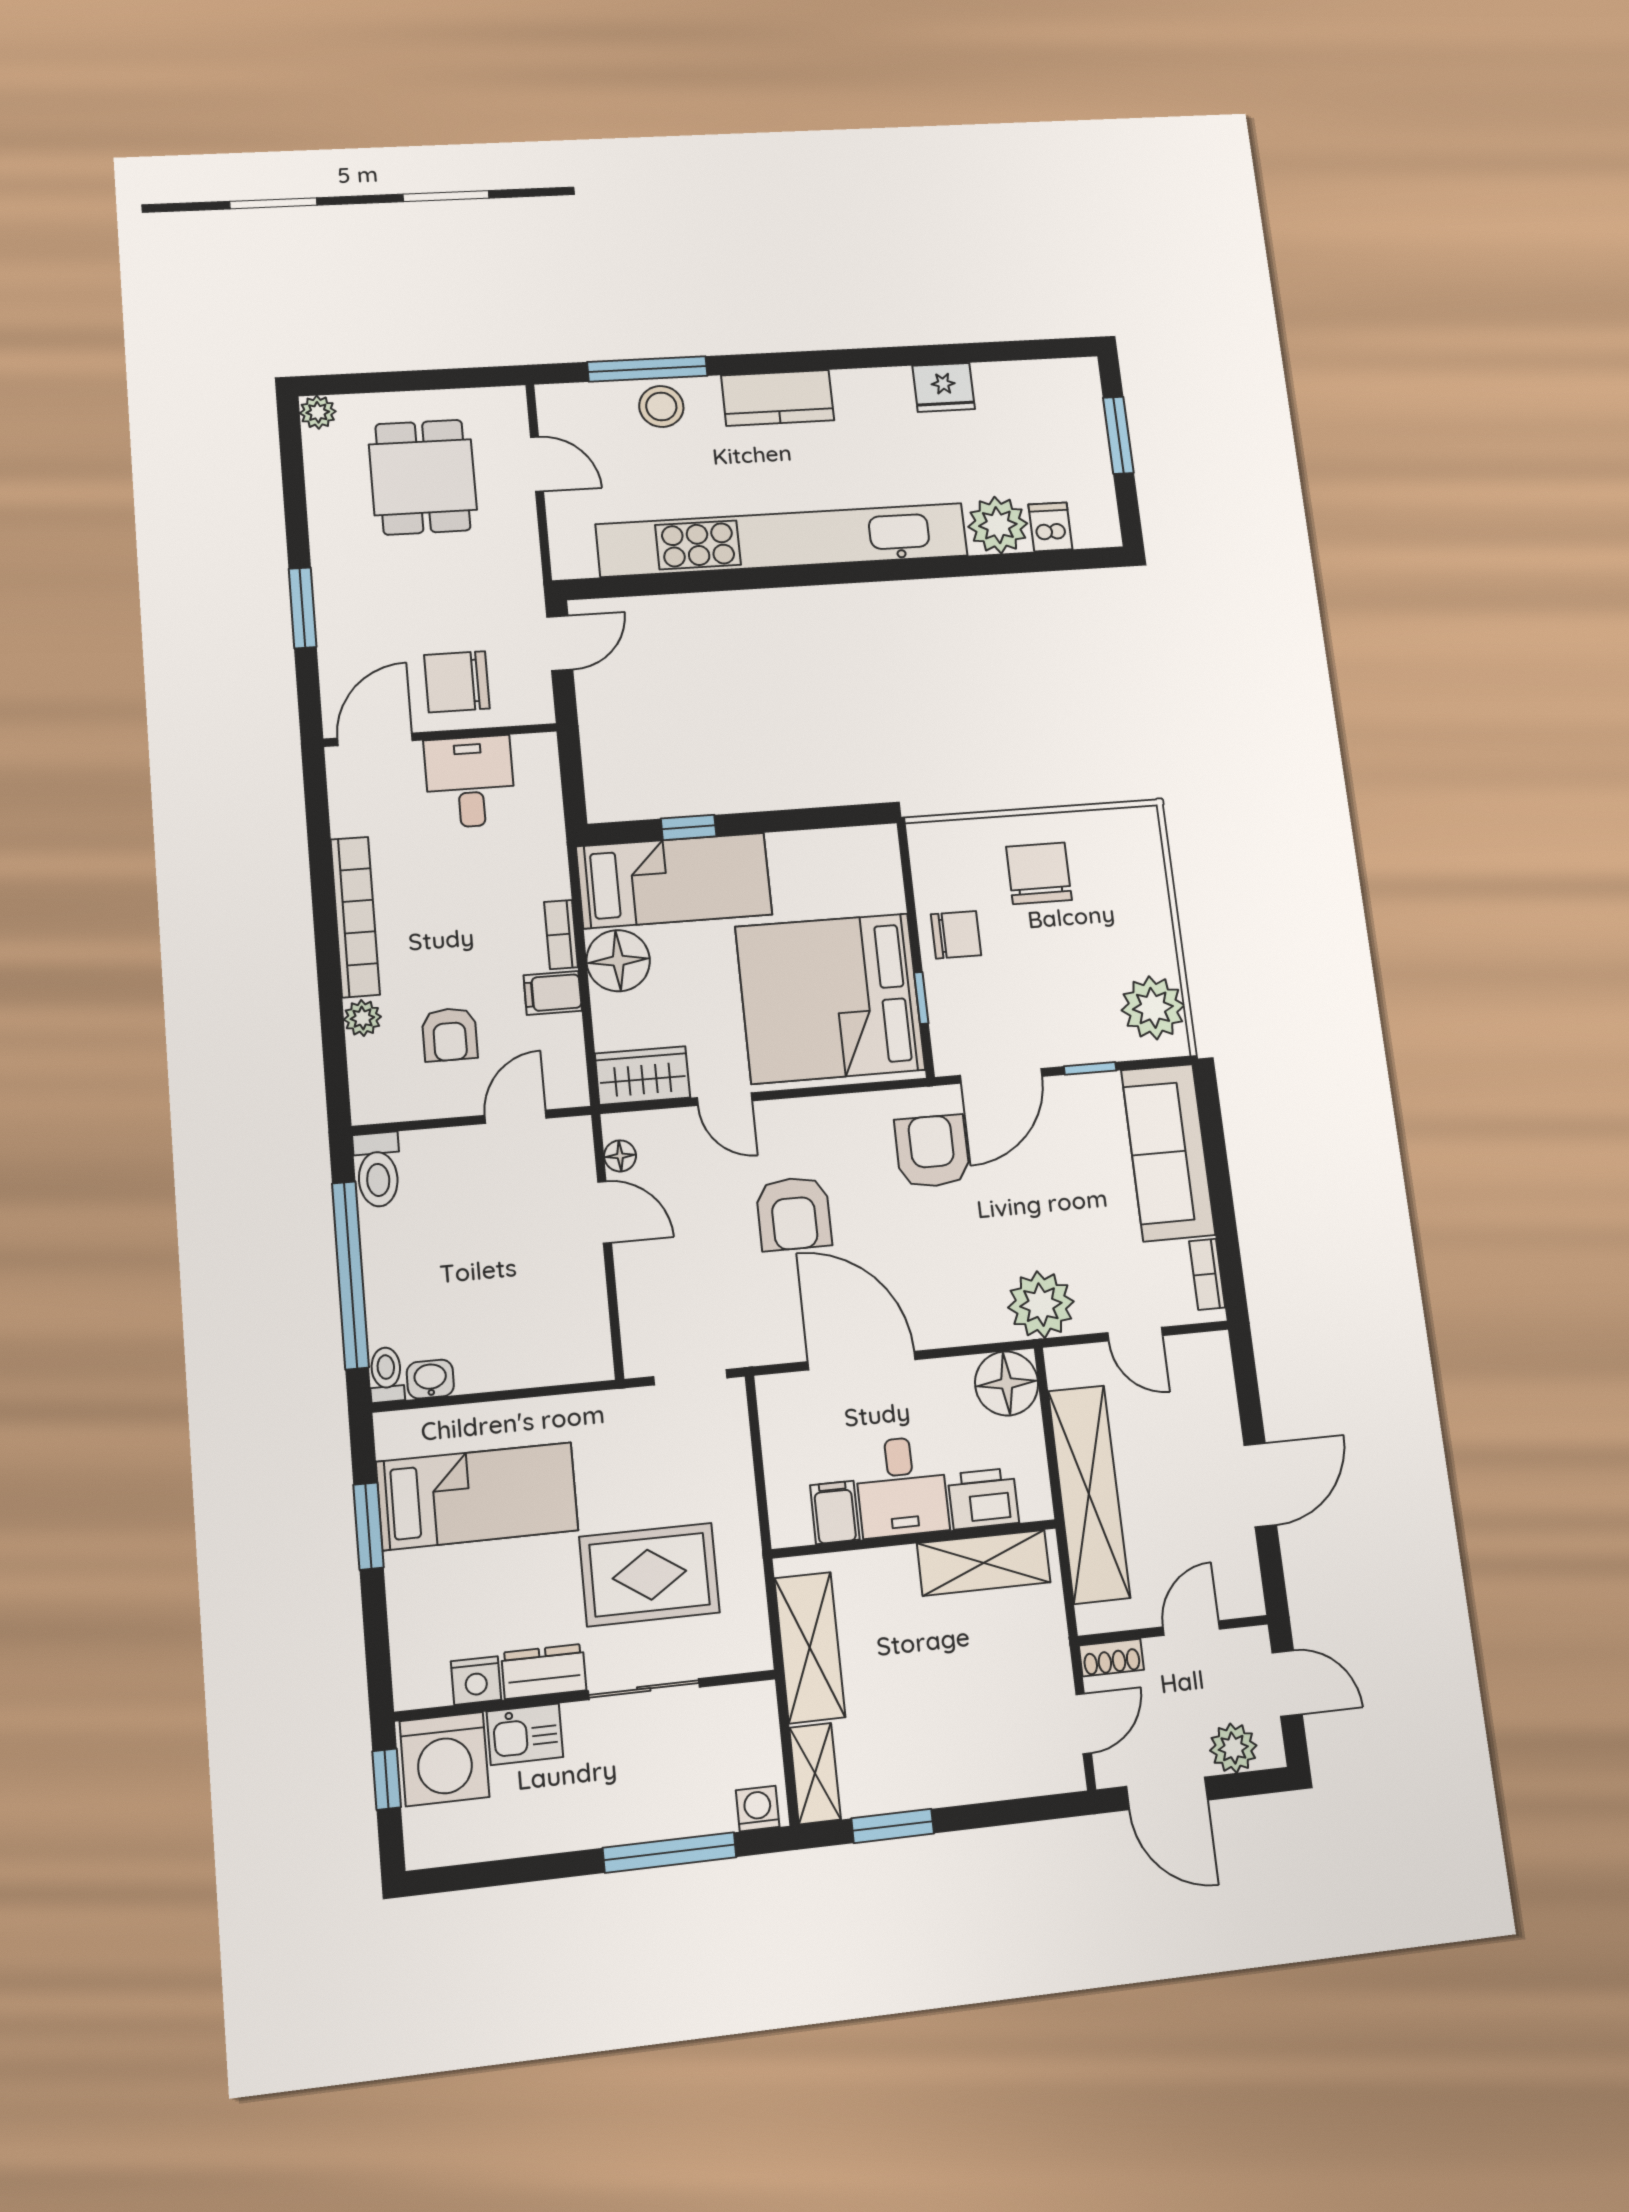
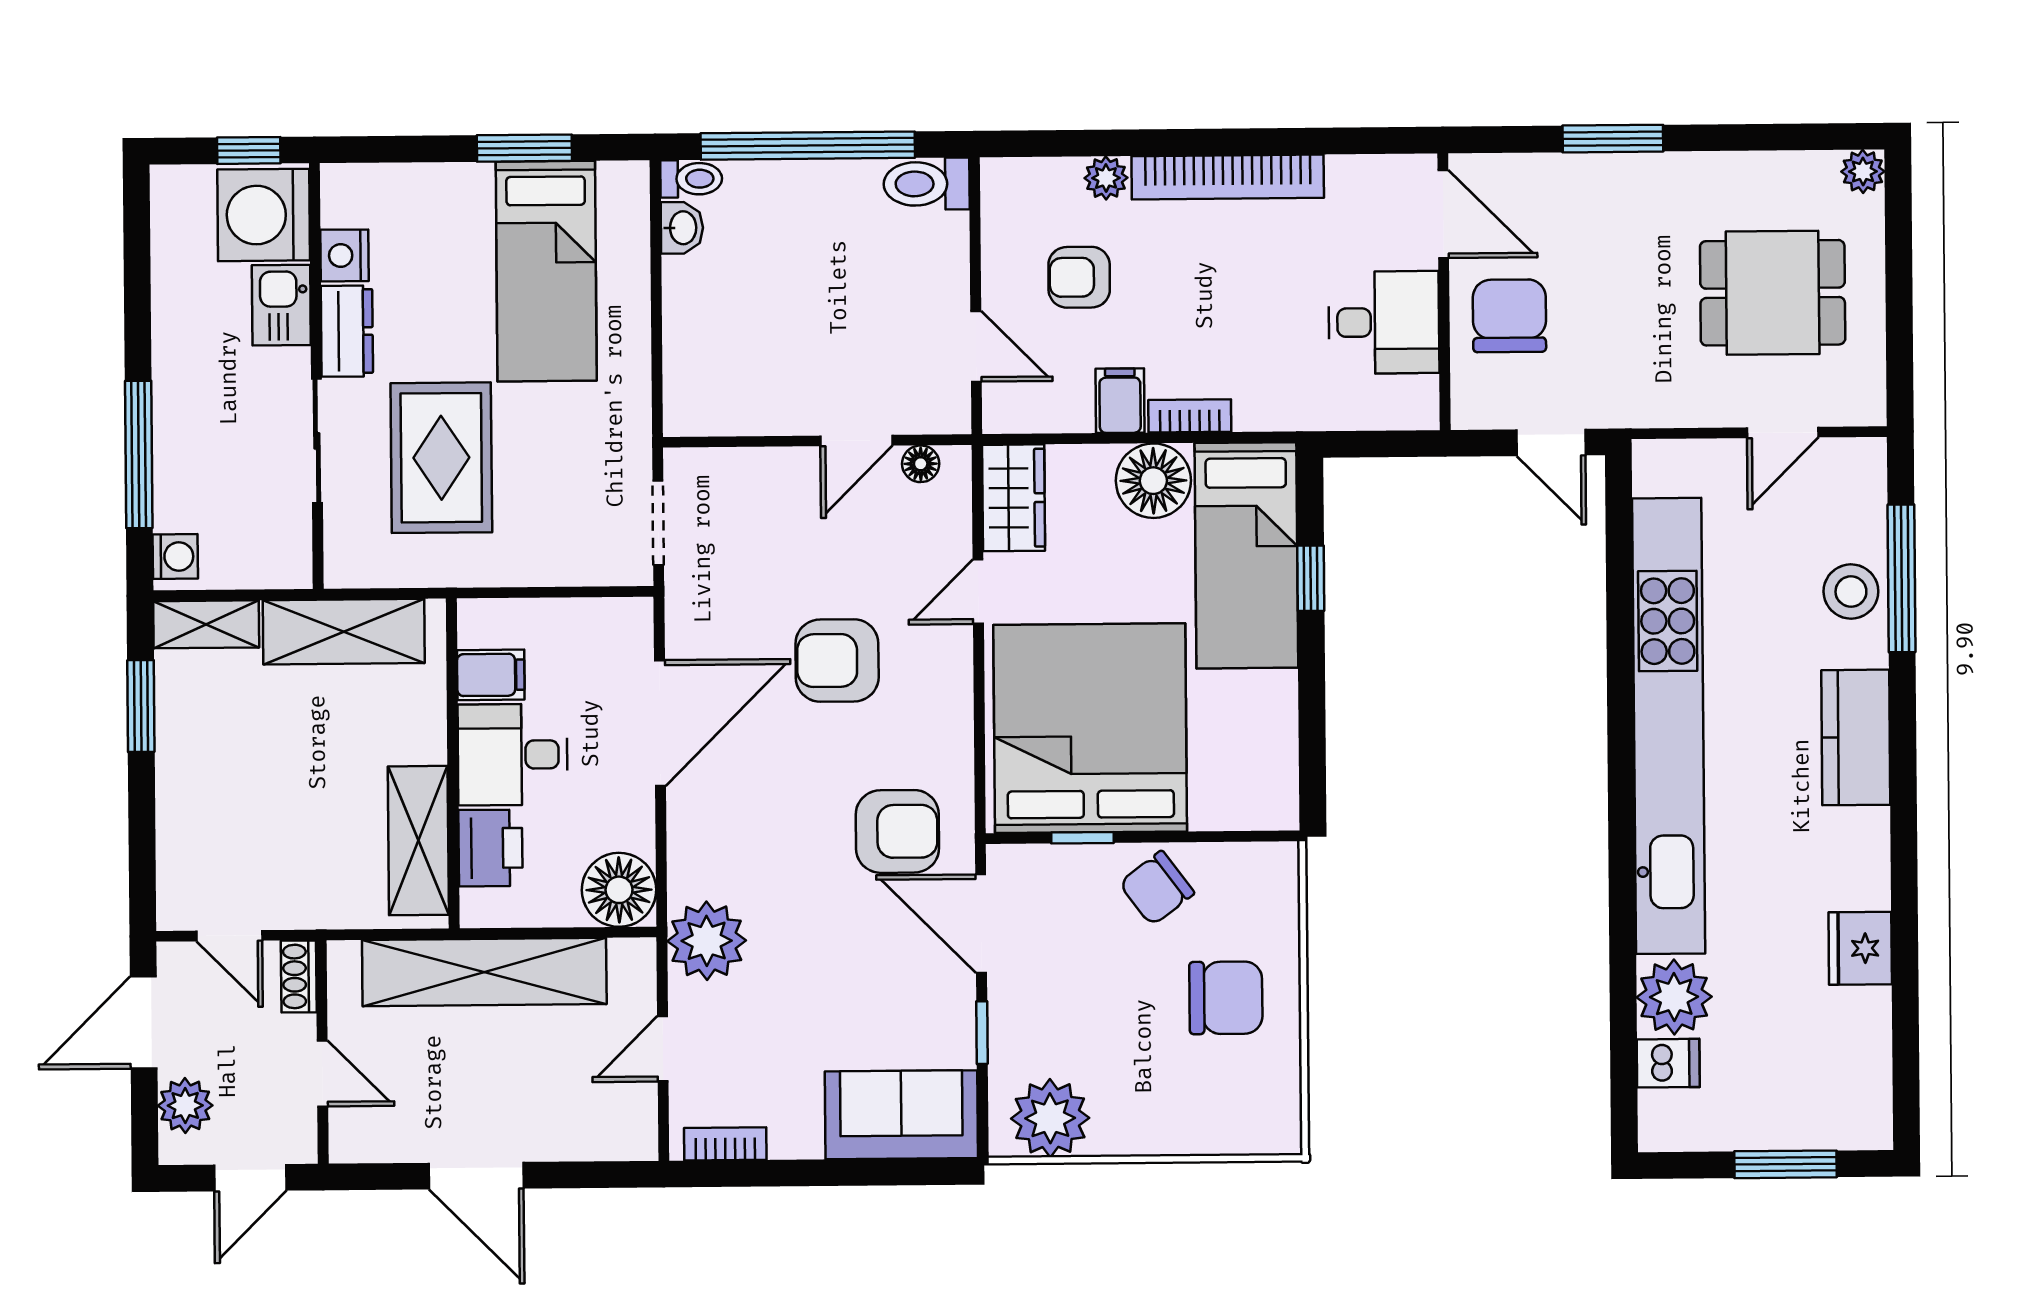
chair: (956, 935) -> (1157, 888), turned 53
sofa: (1168, 1152) -> (901, 1115), width x0.73

